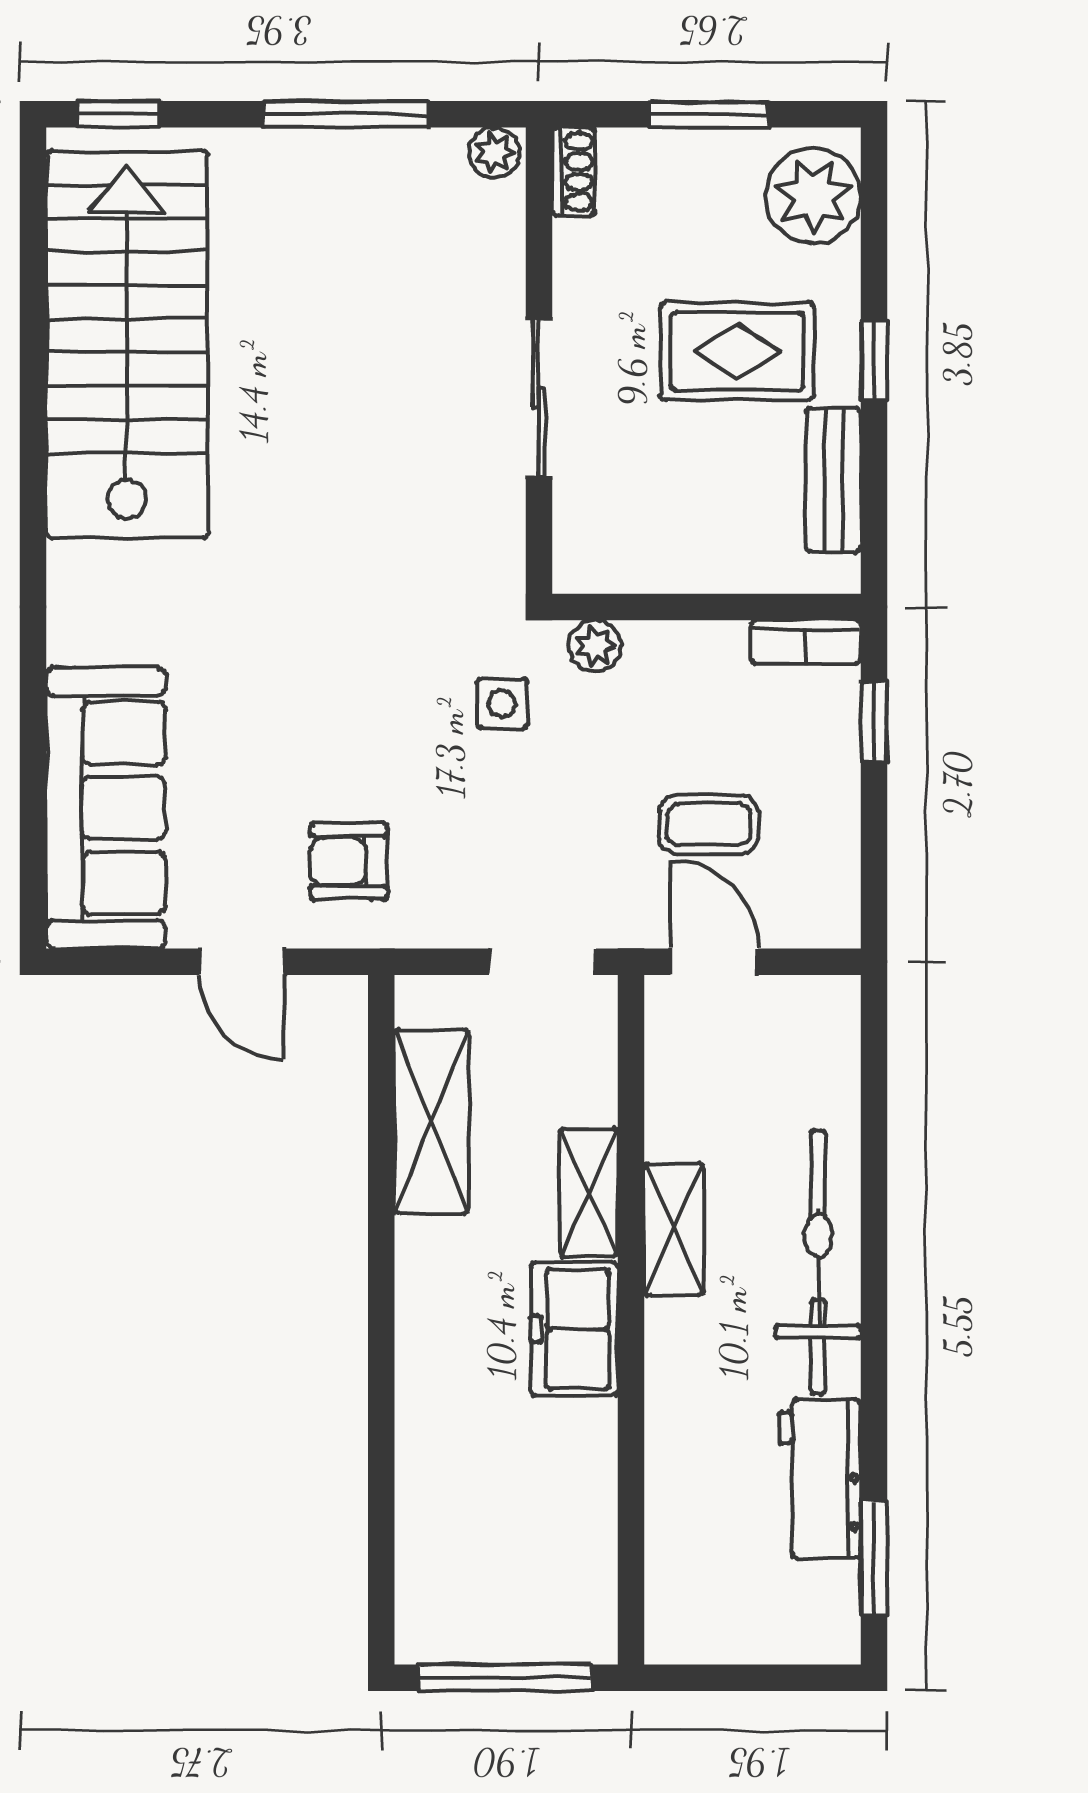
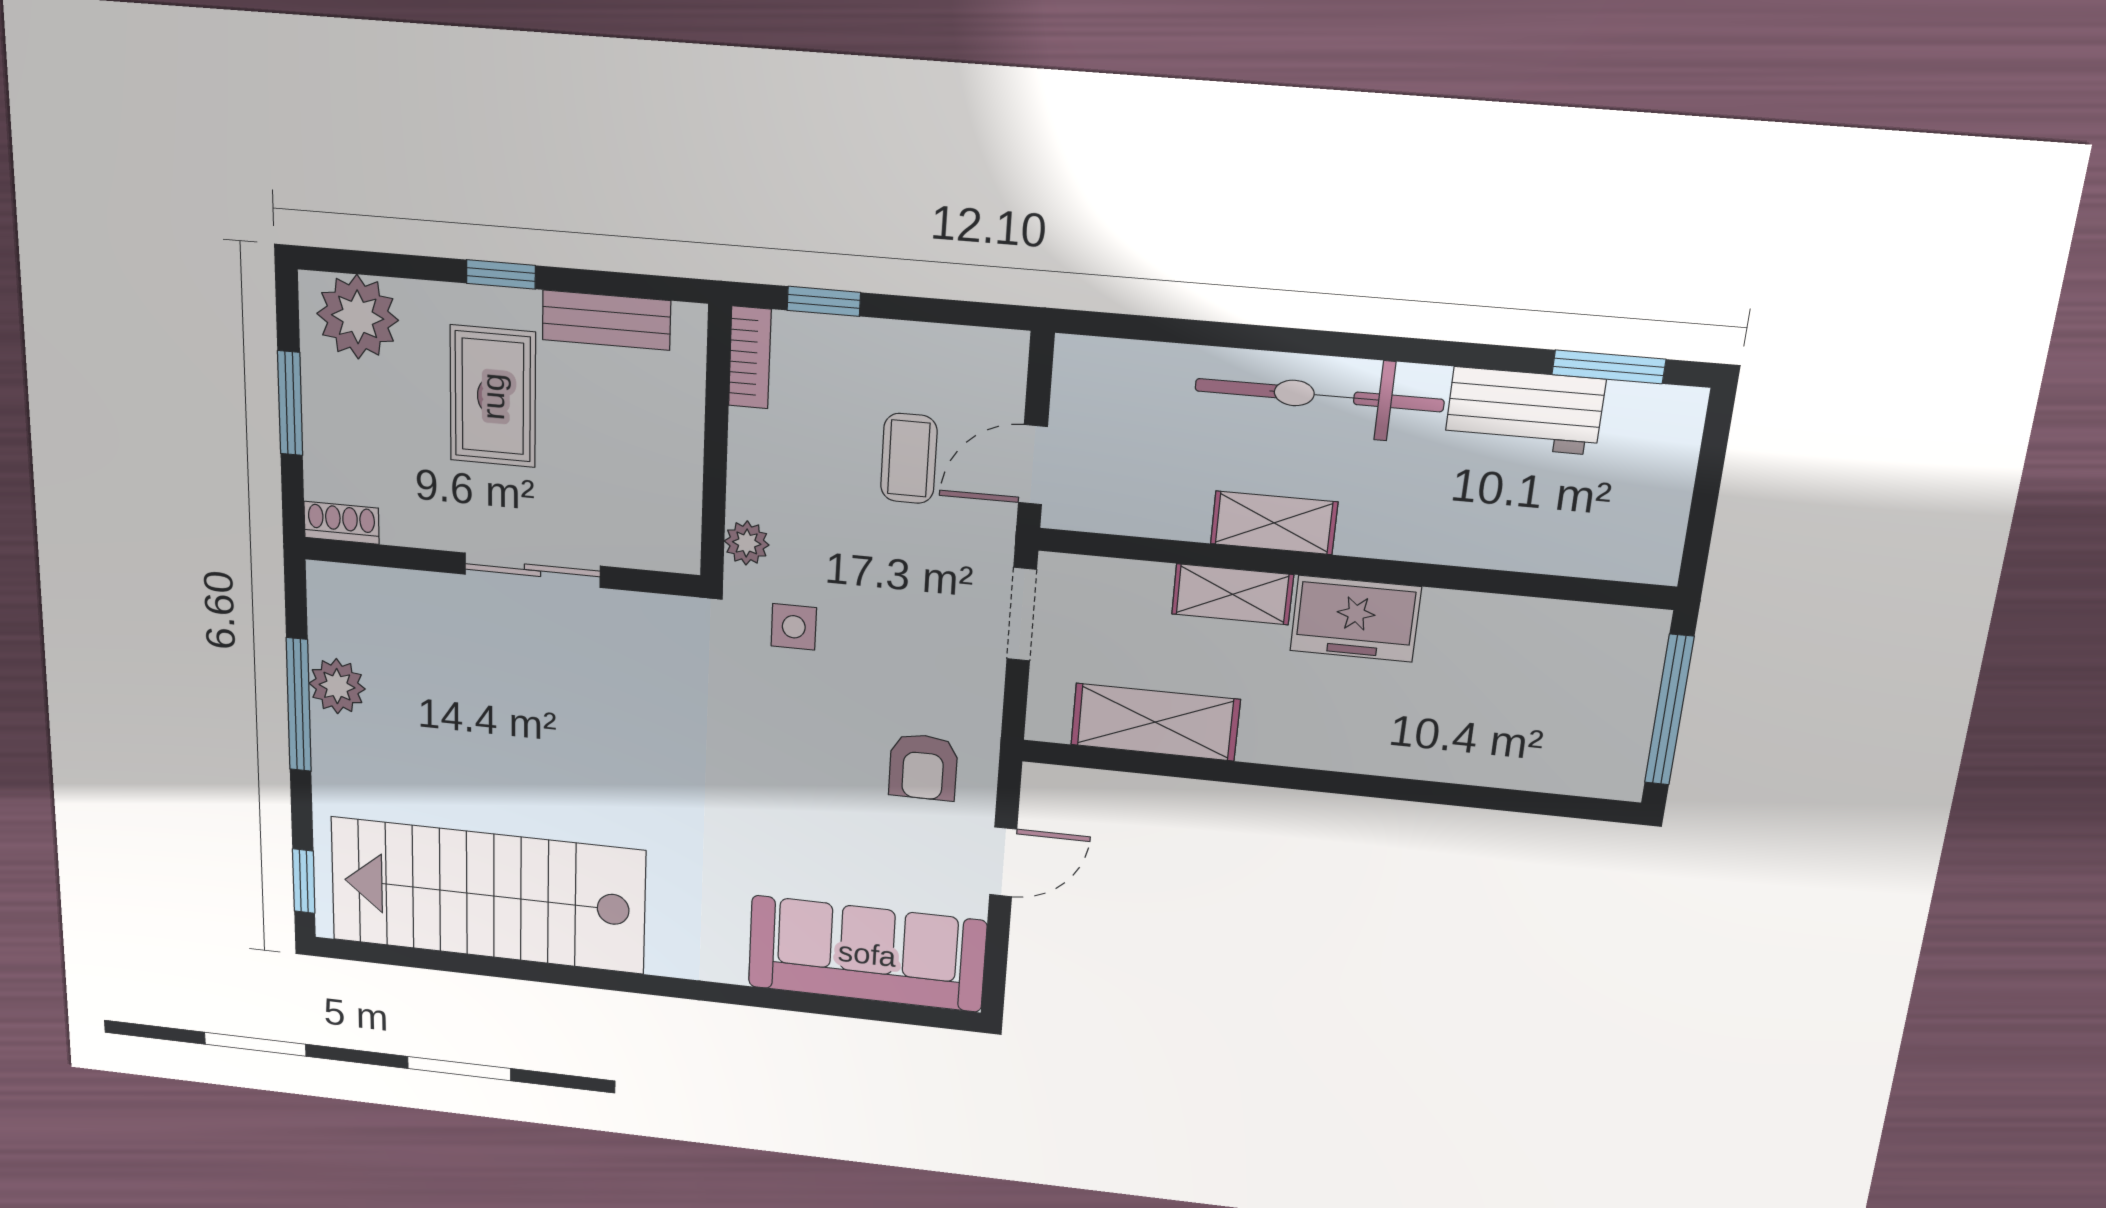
plant: (494, 153) -> (337, 686), moved, width x1.38, depth x1.38

